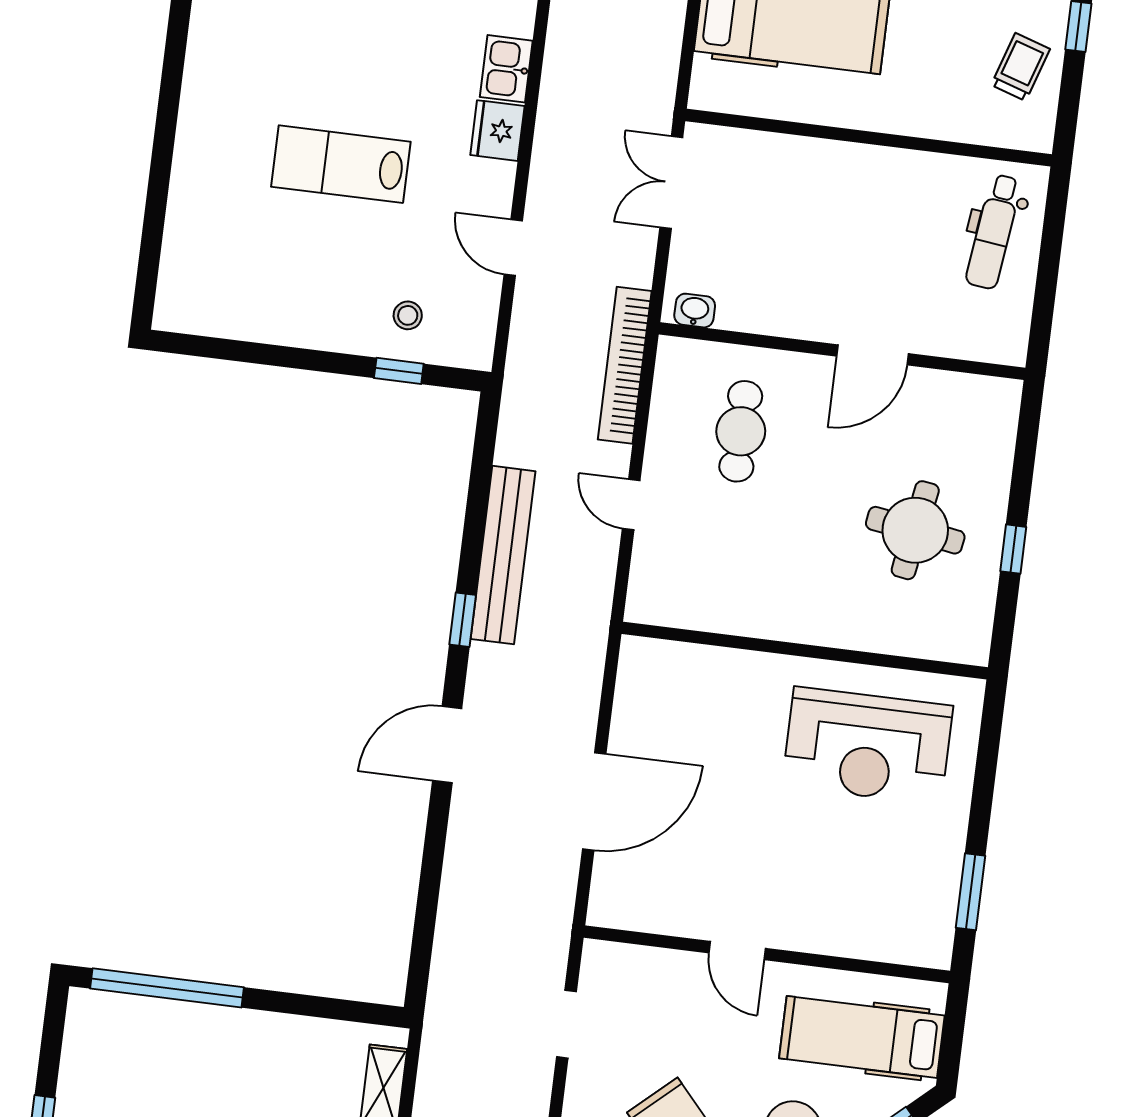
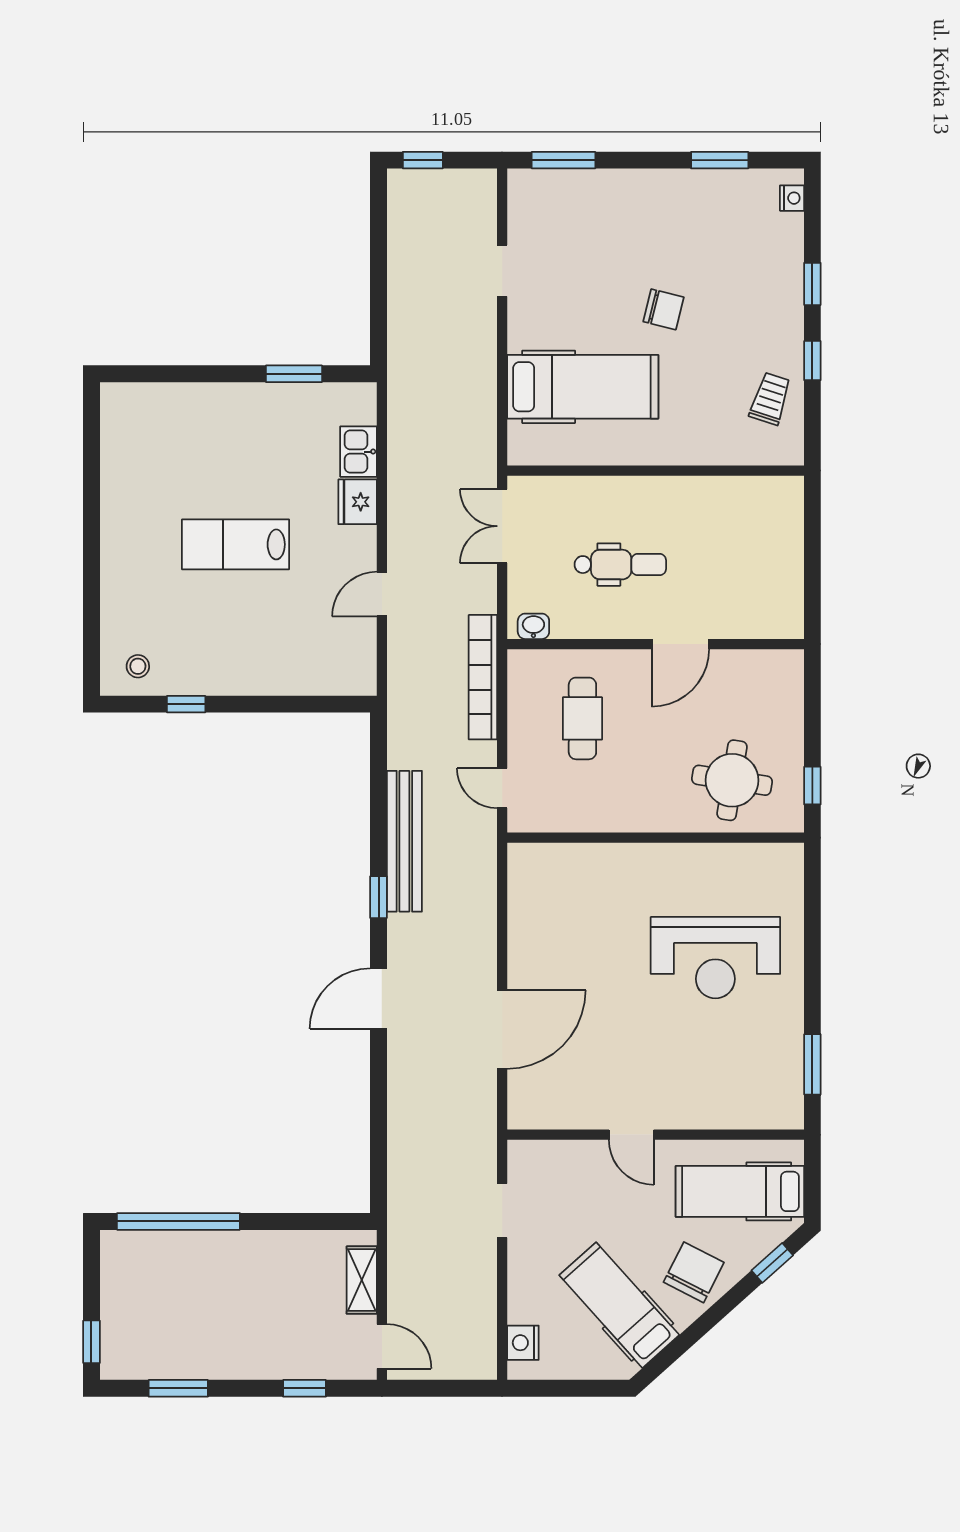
dental chair: (994, 232) -> (620, 565), moved, turned -97
door: (513, 248) -> (382, 594), hinge flipped
stool: (408, 315) -> (138, 666), moved
window: (399, 371) -> (186, 704), moved
wall: (805, 651) -> (656, 838), moved

